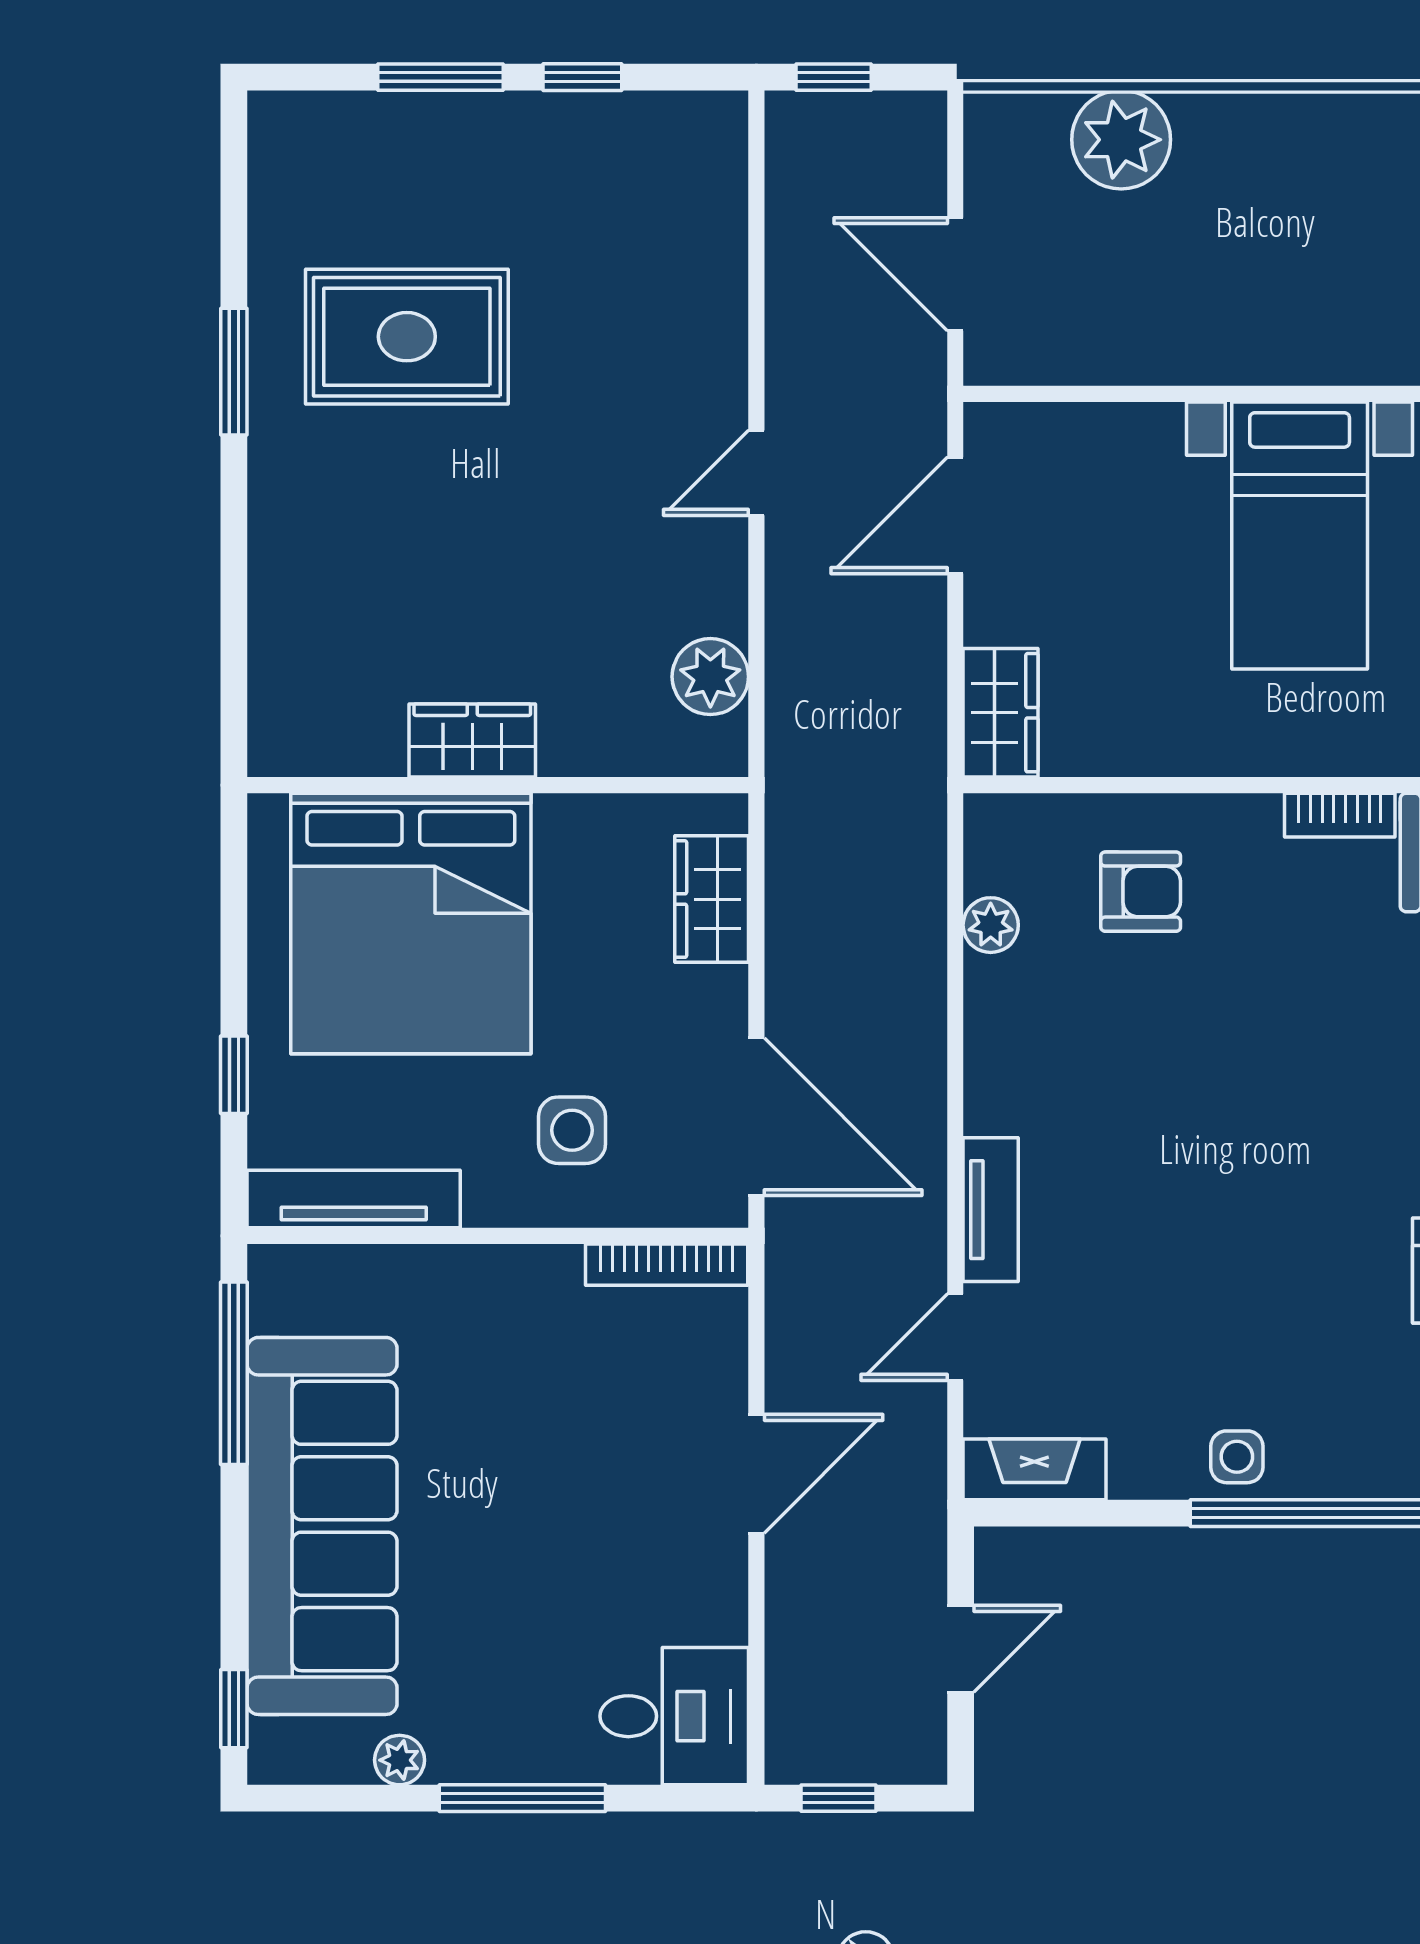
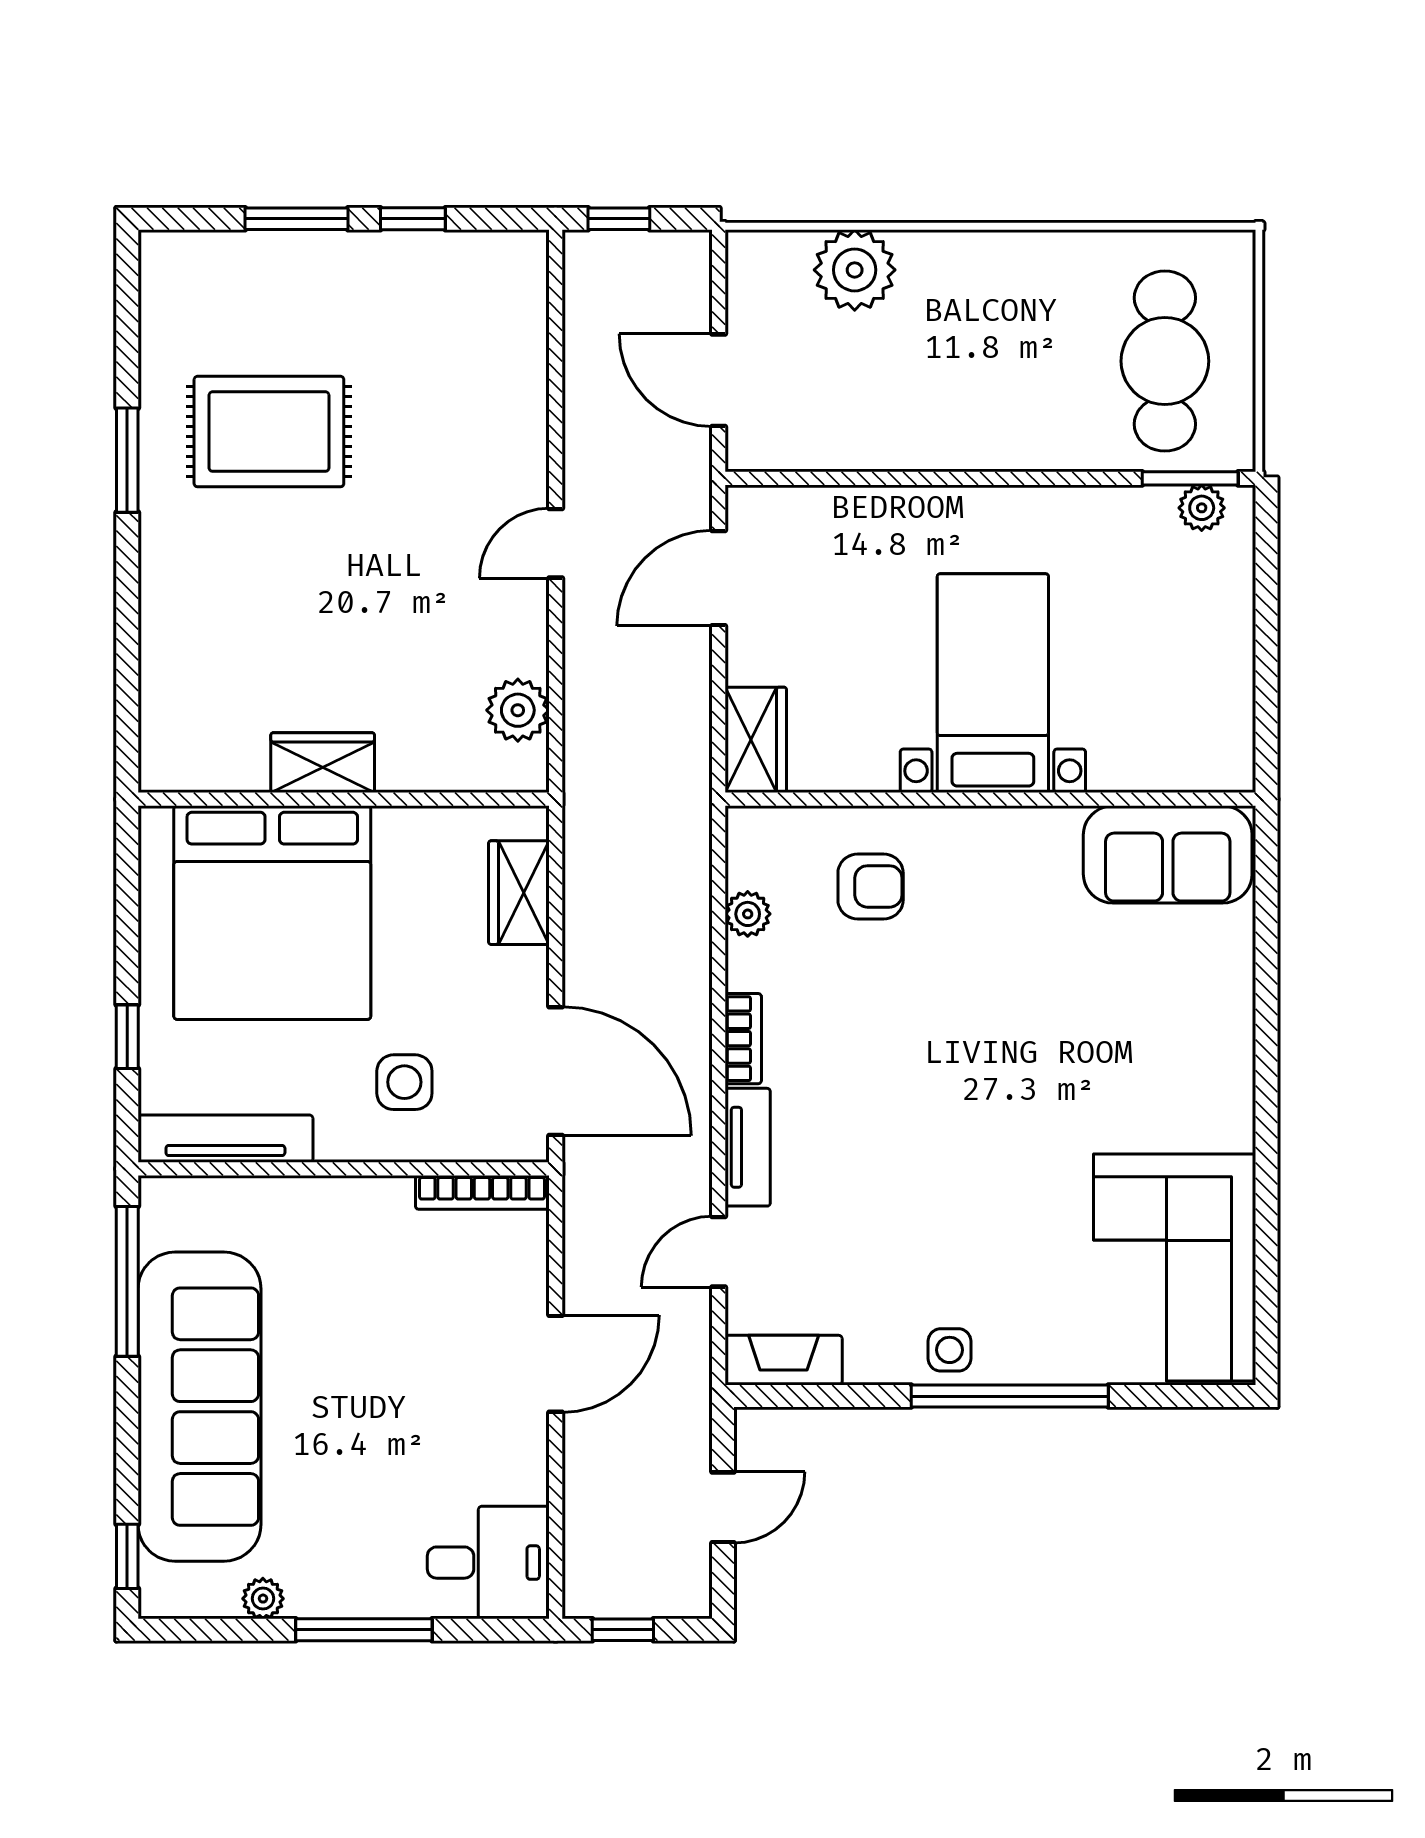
bed with nightstands: (1300, 535) -> (993, 683), moved, turned 180
bookcase: (1340, 815) -> (743, 1039), moved, turned -90

